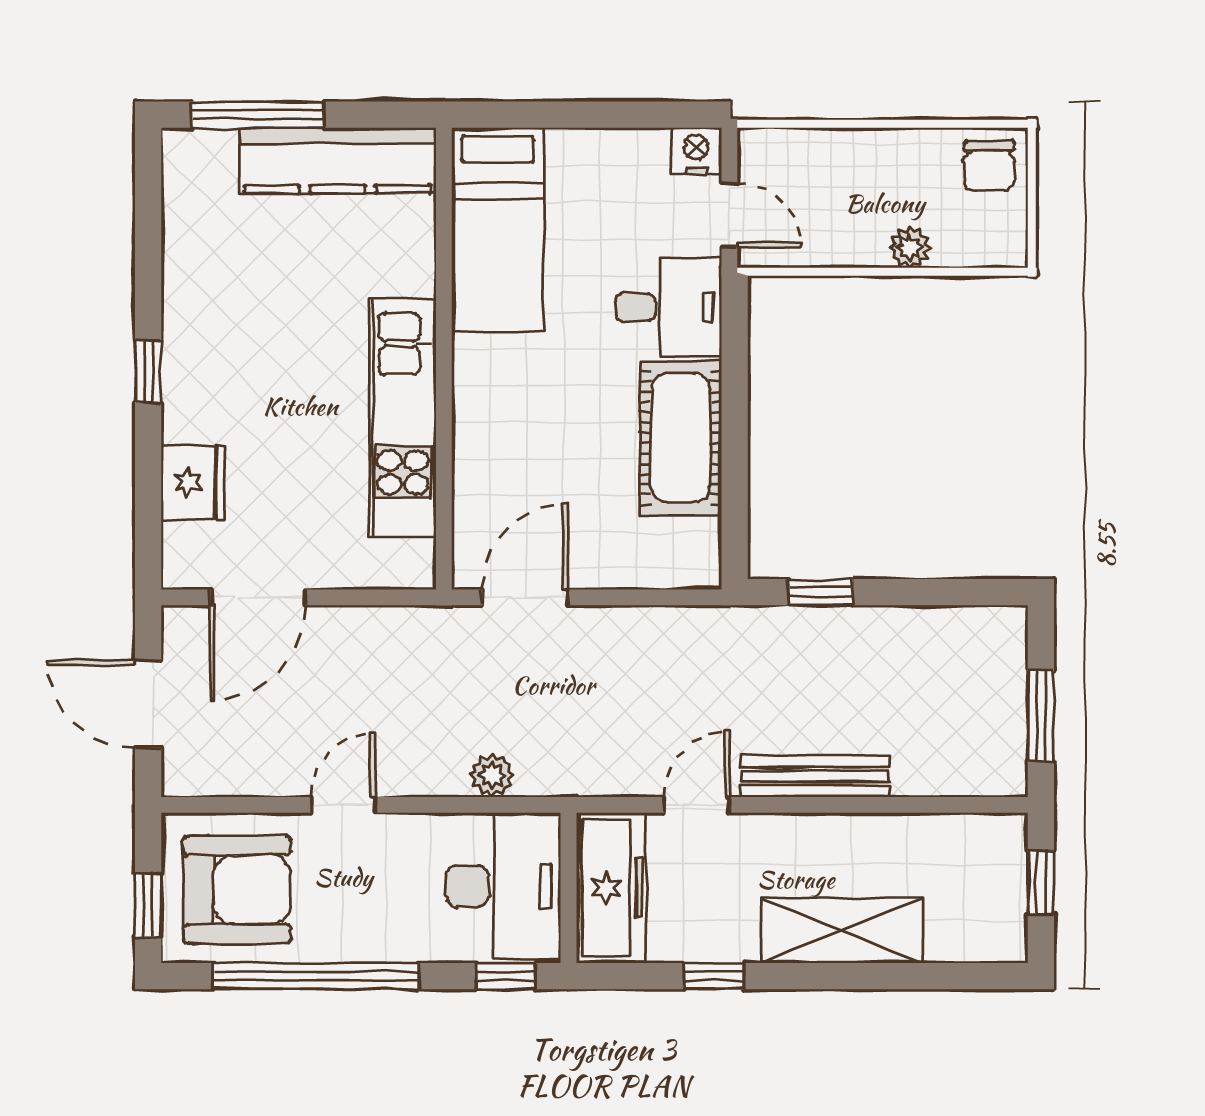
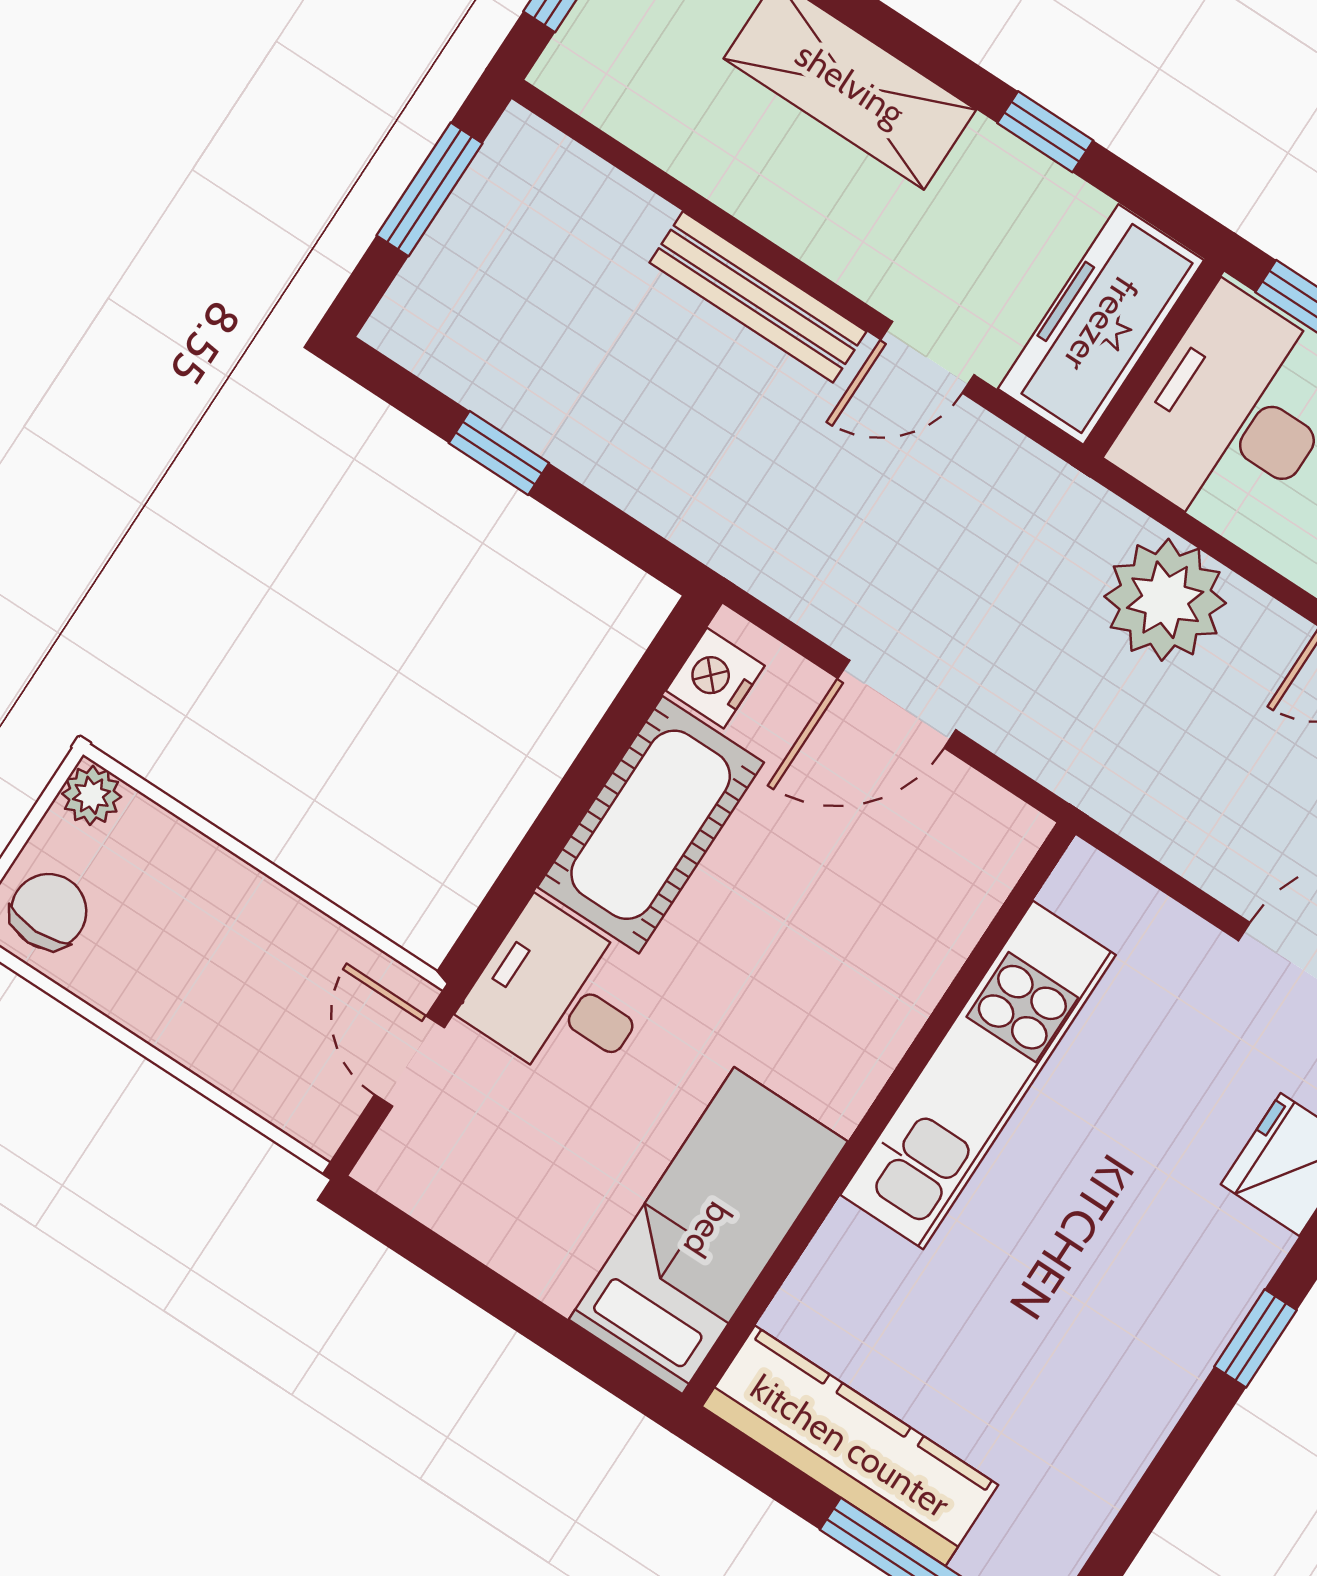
nightstand: (696, 151) -> (715, 678), moved, turned 90
plant: (910, 248) -> (92, 795), moved
window: (821, 592) -> (499, 453), moved
door: (525, 597) -> (897, 704), moved
plant: (492, 775) -> (1165, 600), width x1.88, depth x1.88

